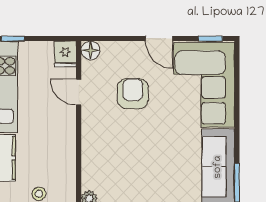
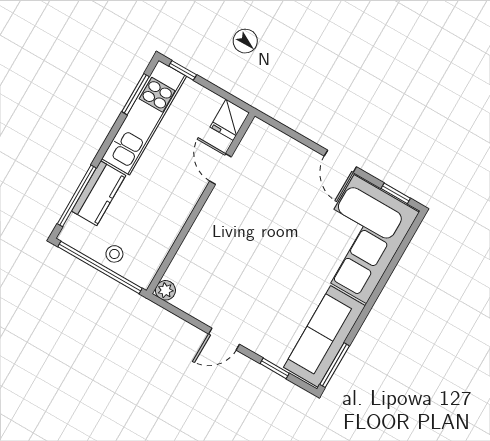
floor lamp: (90, 50) -> (259, 132), removed
armchair: (133, 94) -> (278, 204), removed

